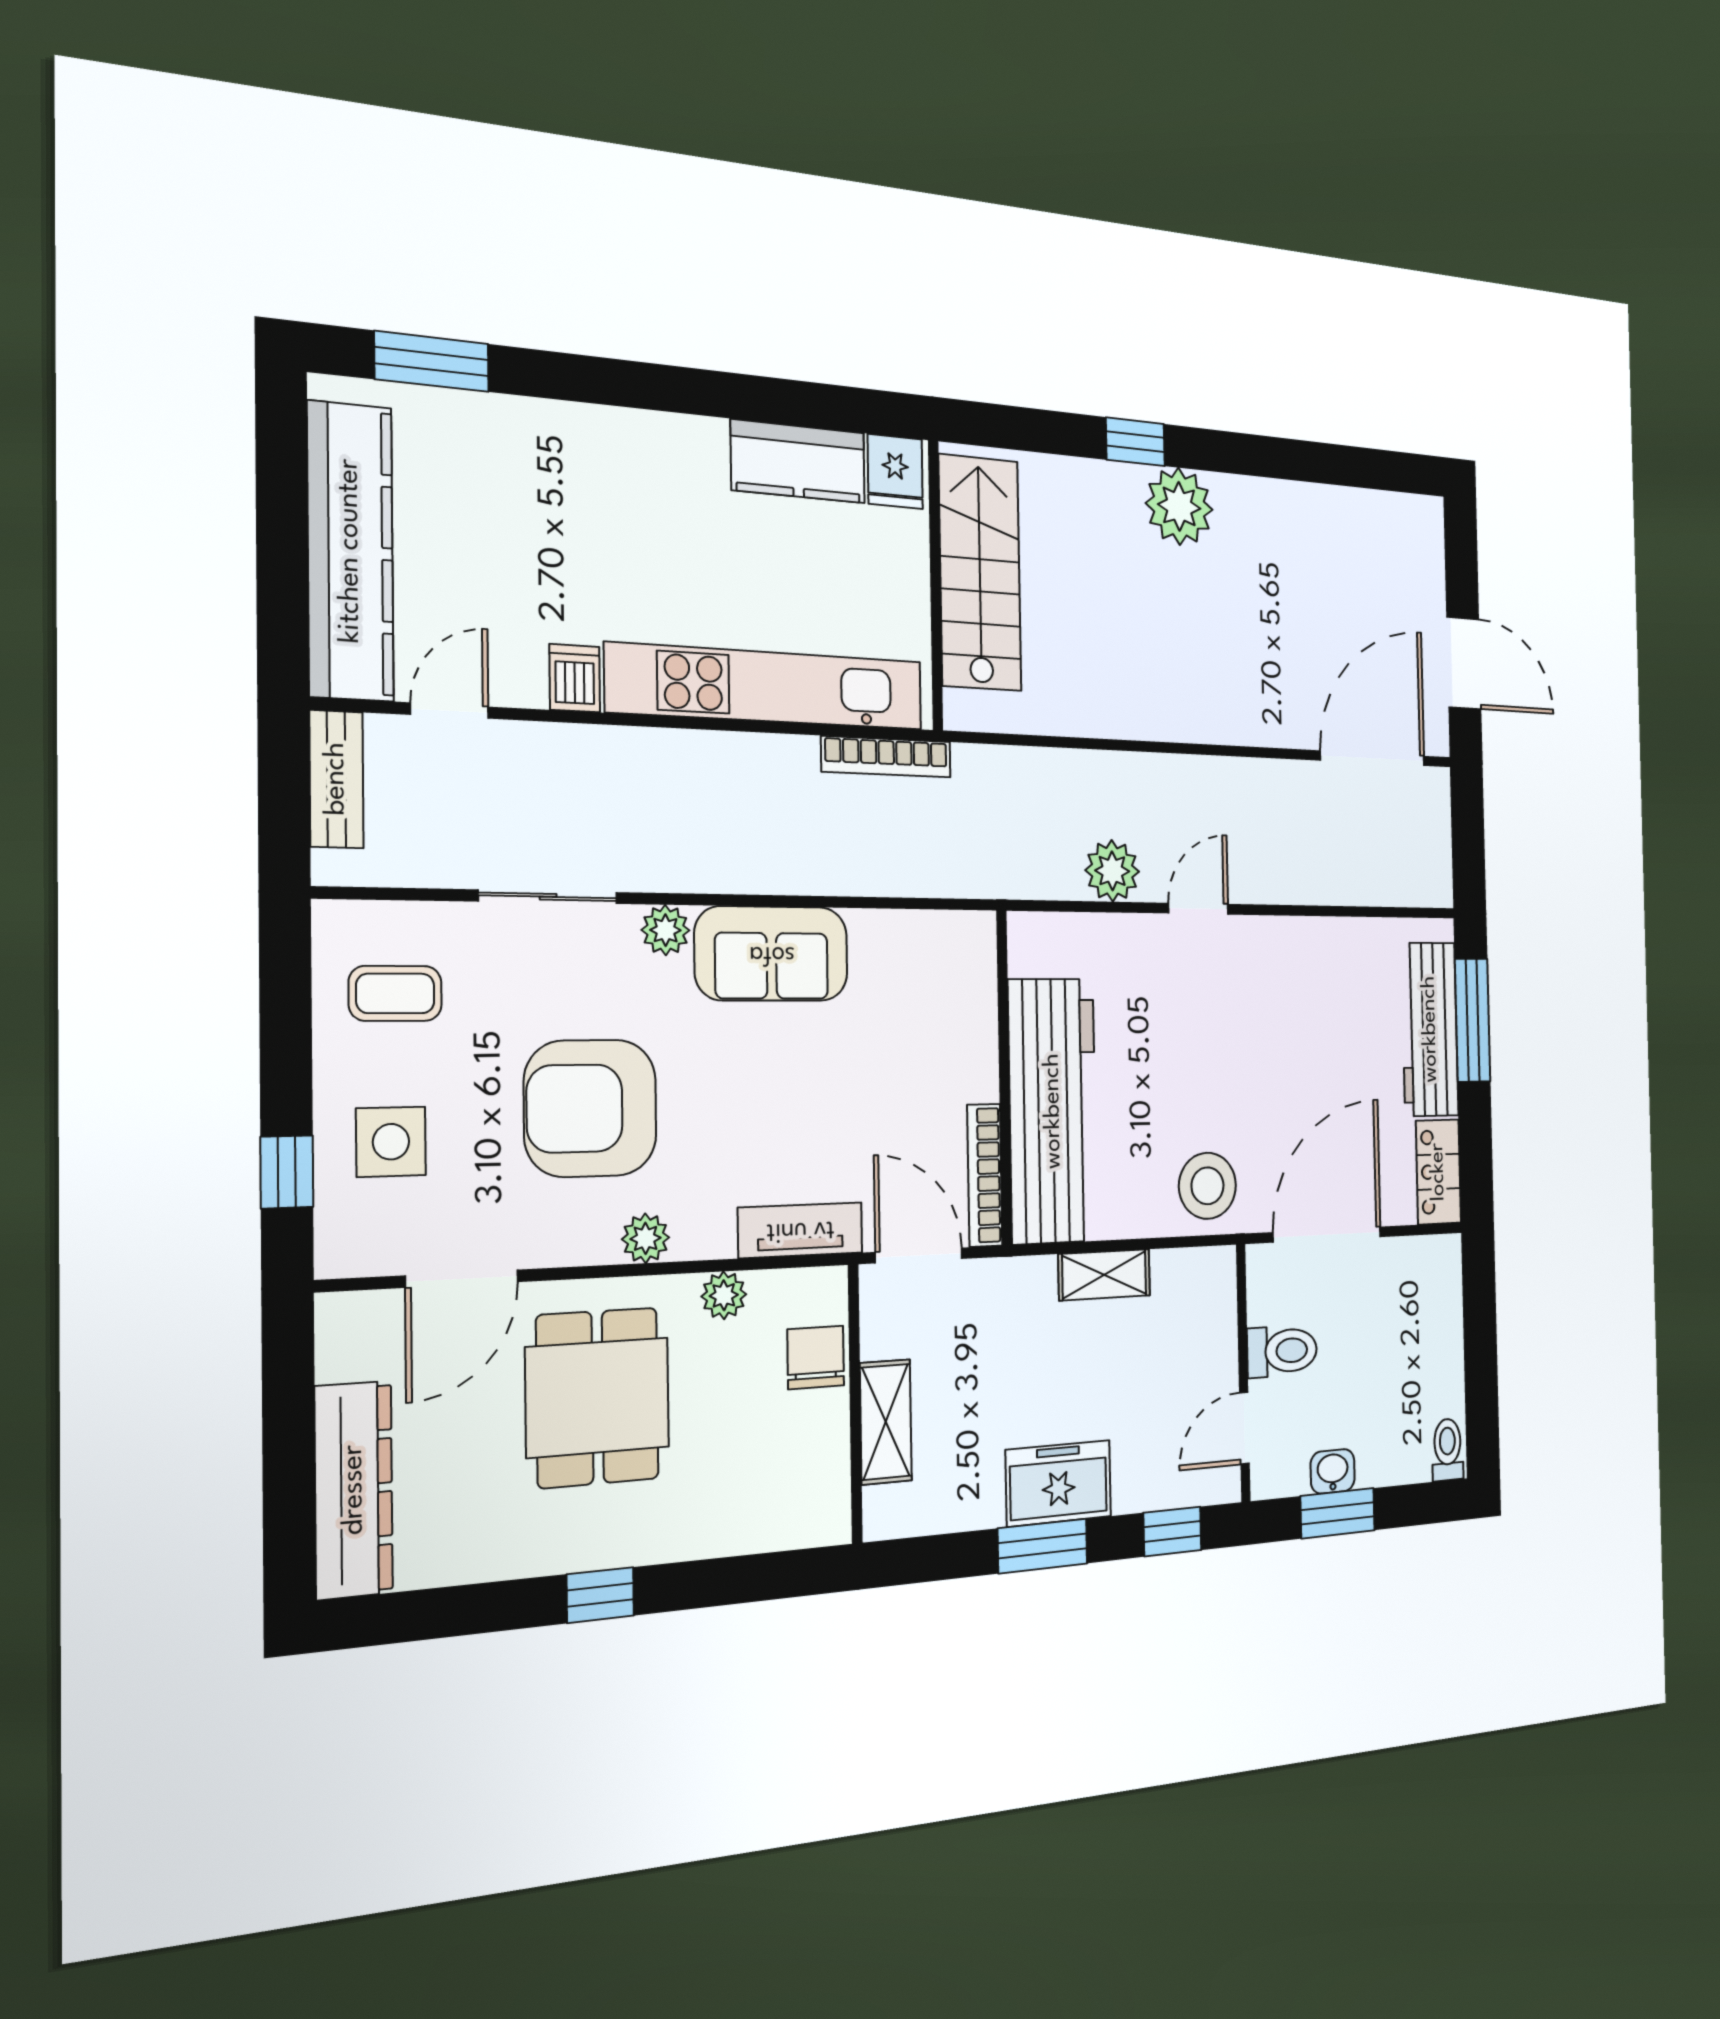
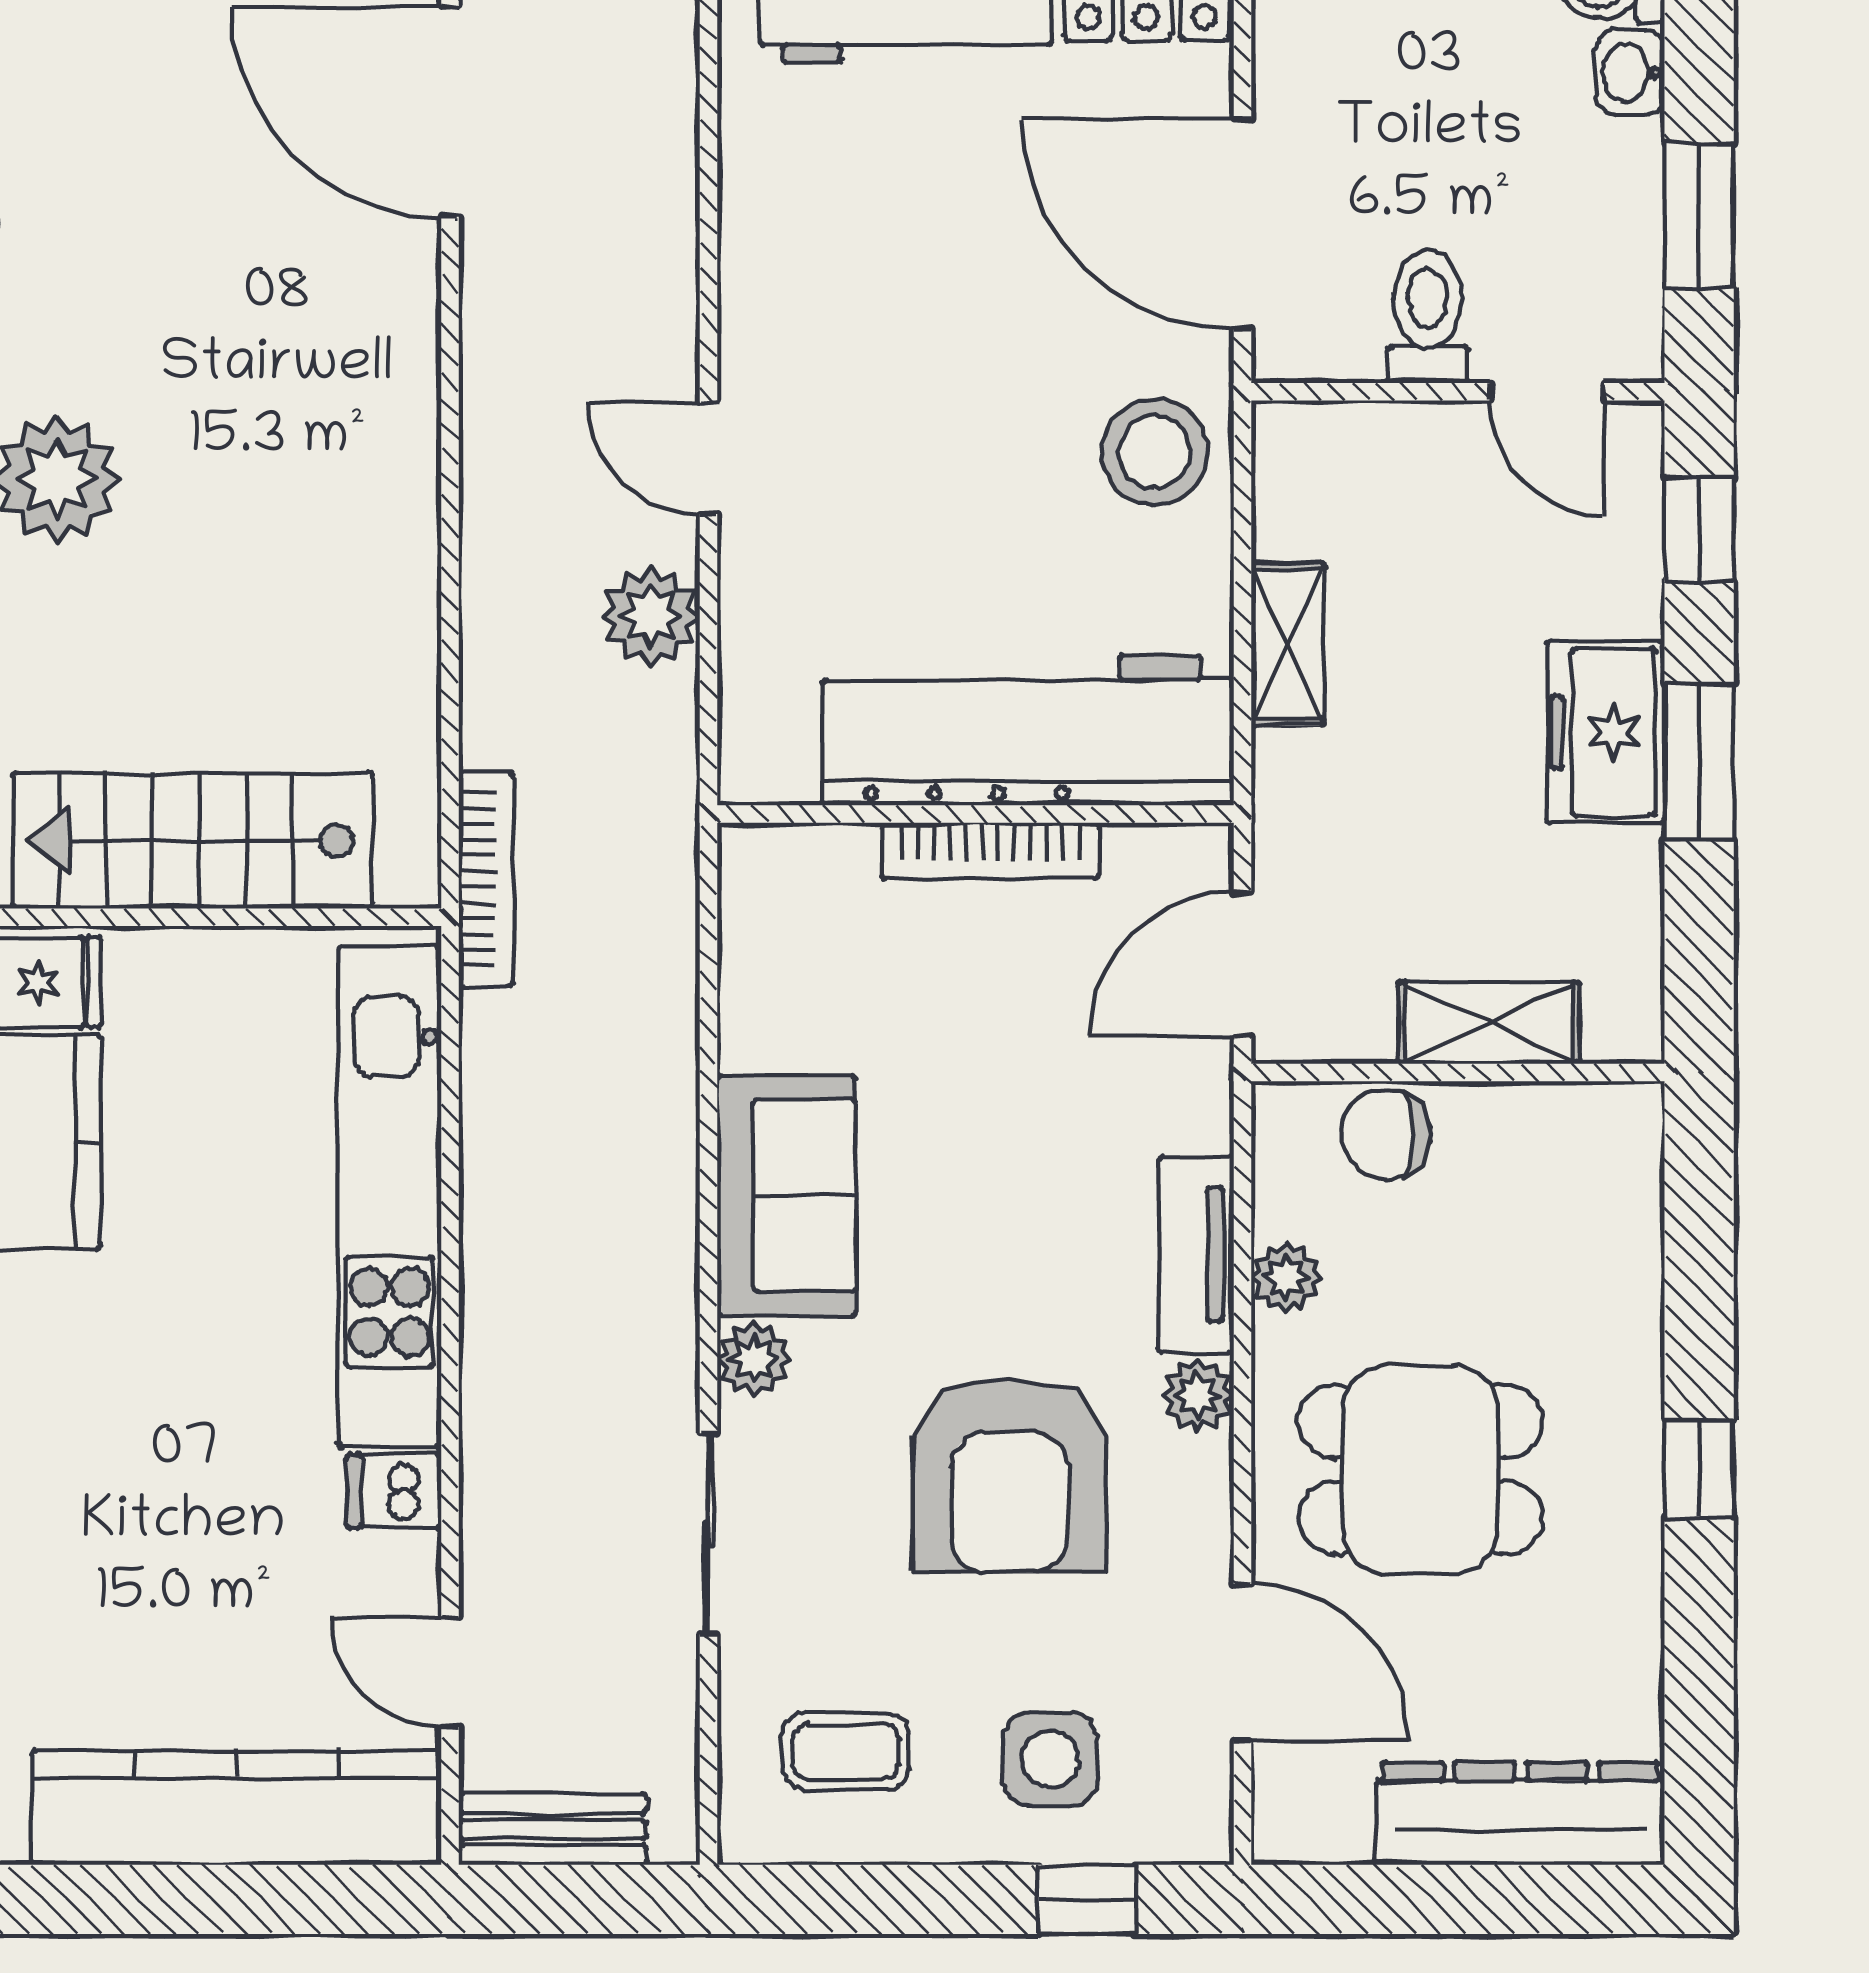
bookcase: (886, 757) -> (486, 879), moved
coffee table: (395, 993) -> (846, 1751), turned 90
bookcase: (985, 1175) -> (991, 850), moved
tv unit: (800, 1230) -> (1196, 1255), moved
washbasin: (1333, 1471) -> (1630, 73), moved

